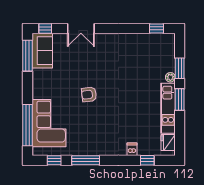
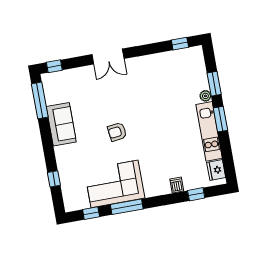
double door: (81, 28) -> (108, 57), moved
sofa: (42, 51) -> (61, 124), moved
corner sofa: (49, 123) -> (115, 184), moved, turned -90
window: (27, 125) -> (54, 179), width x0.32

